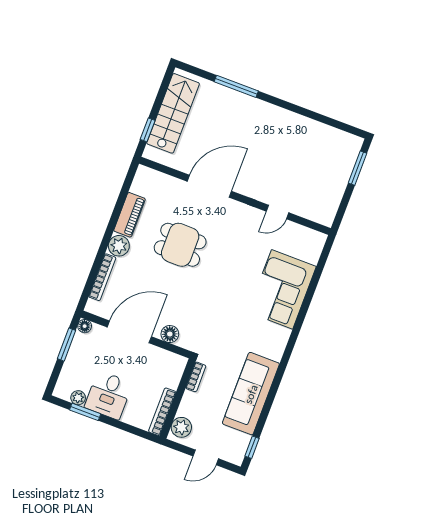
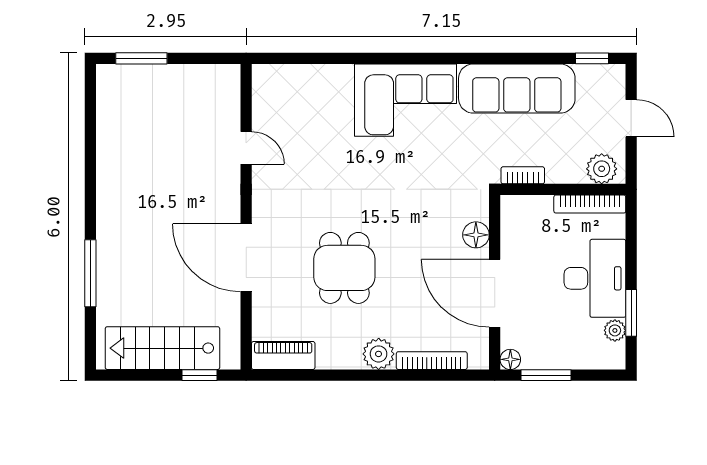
piano: (129, 215) -> (283, 356), moved
corner sofa: (282, 289) -> (406, 100), moved
desk: (108, 395) -> (595, 278), width x1.37

